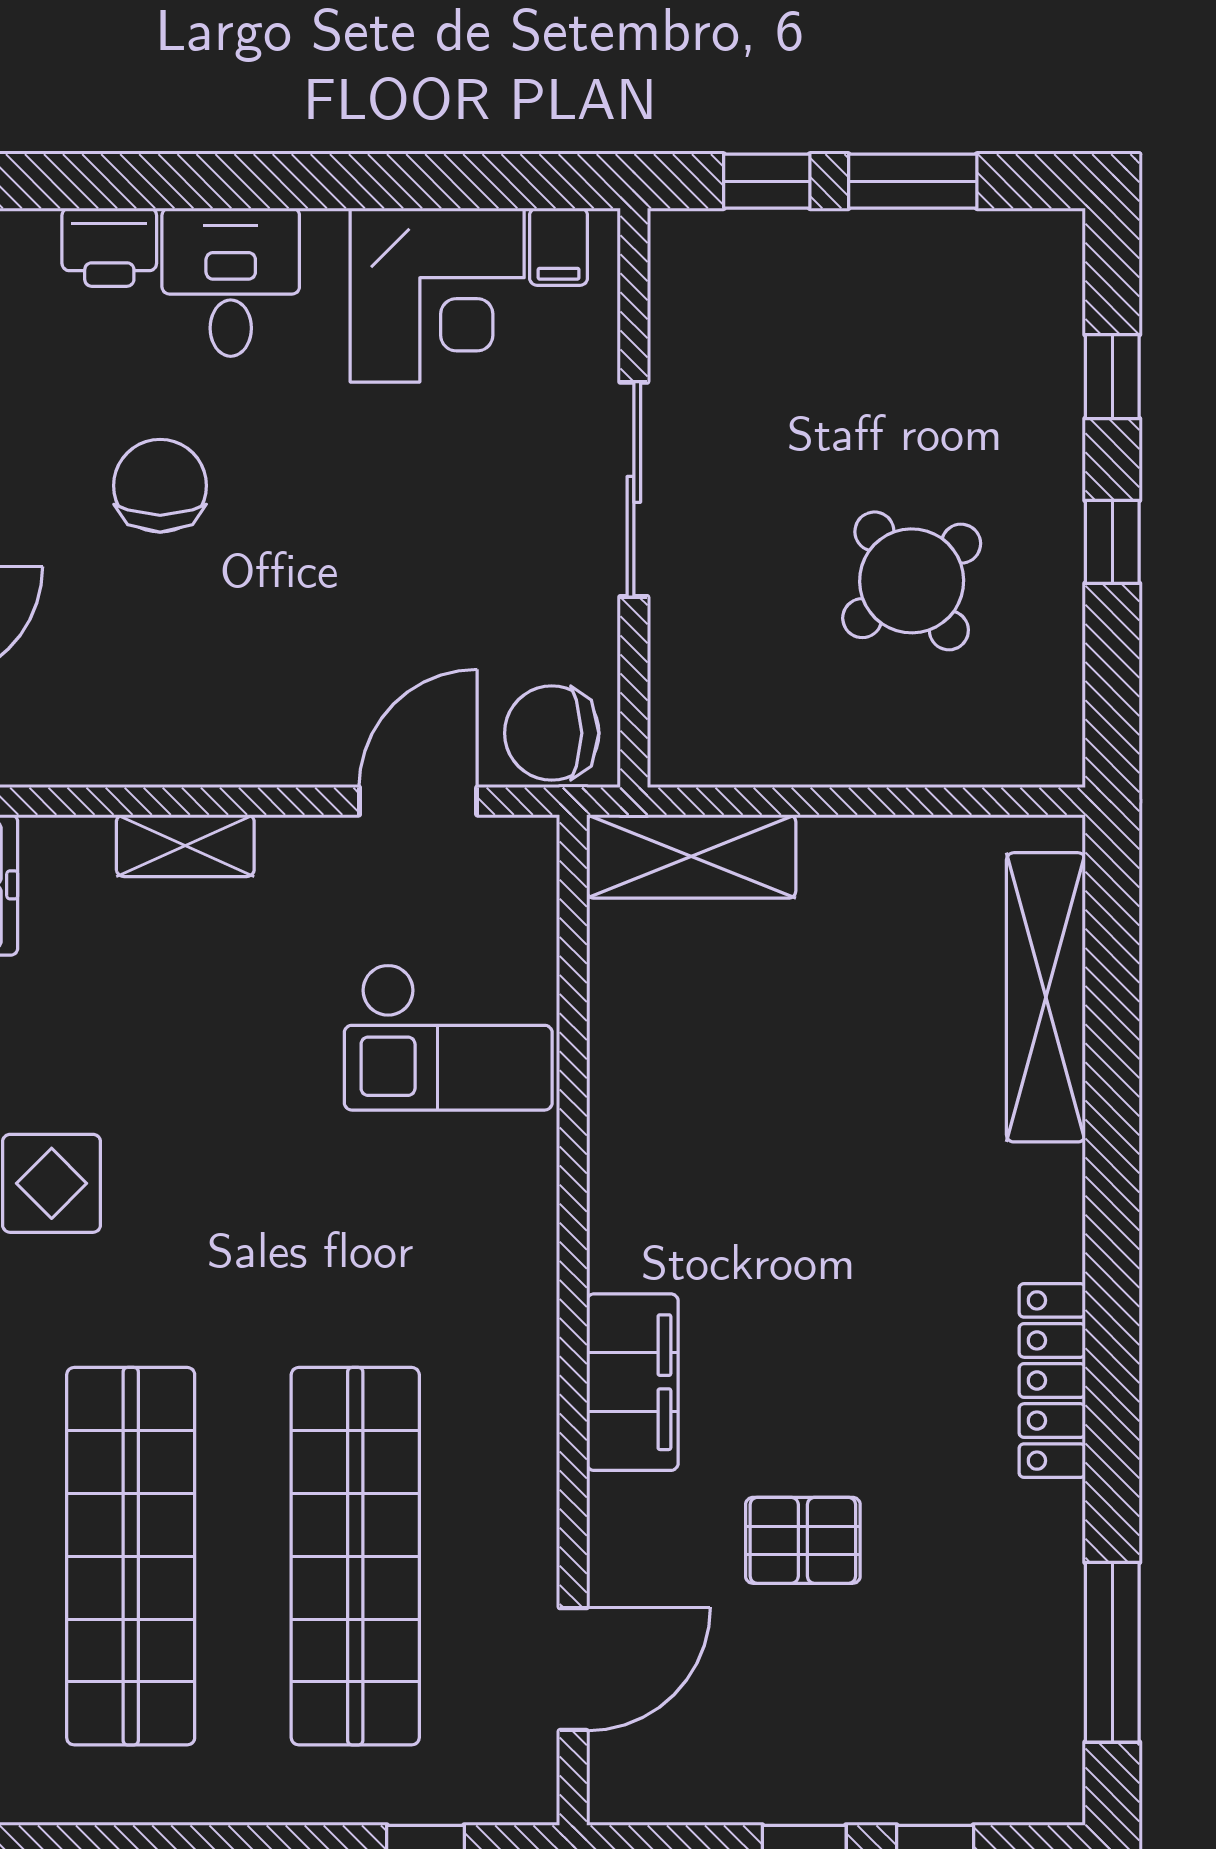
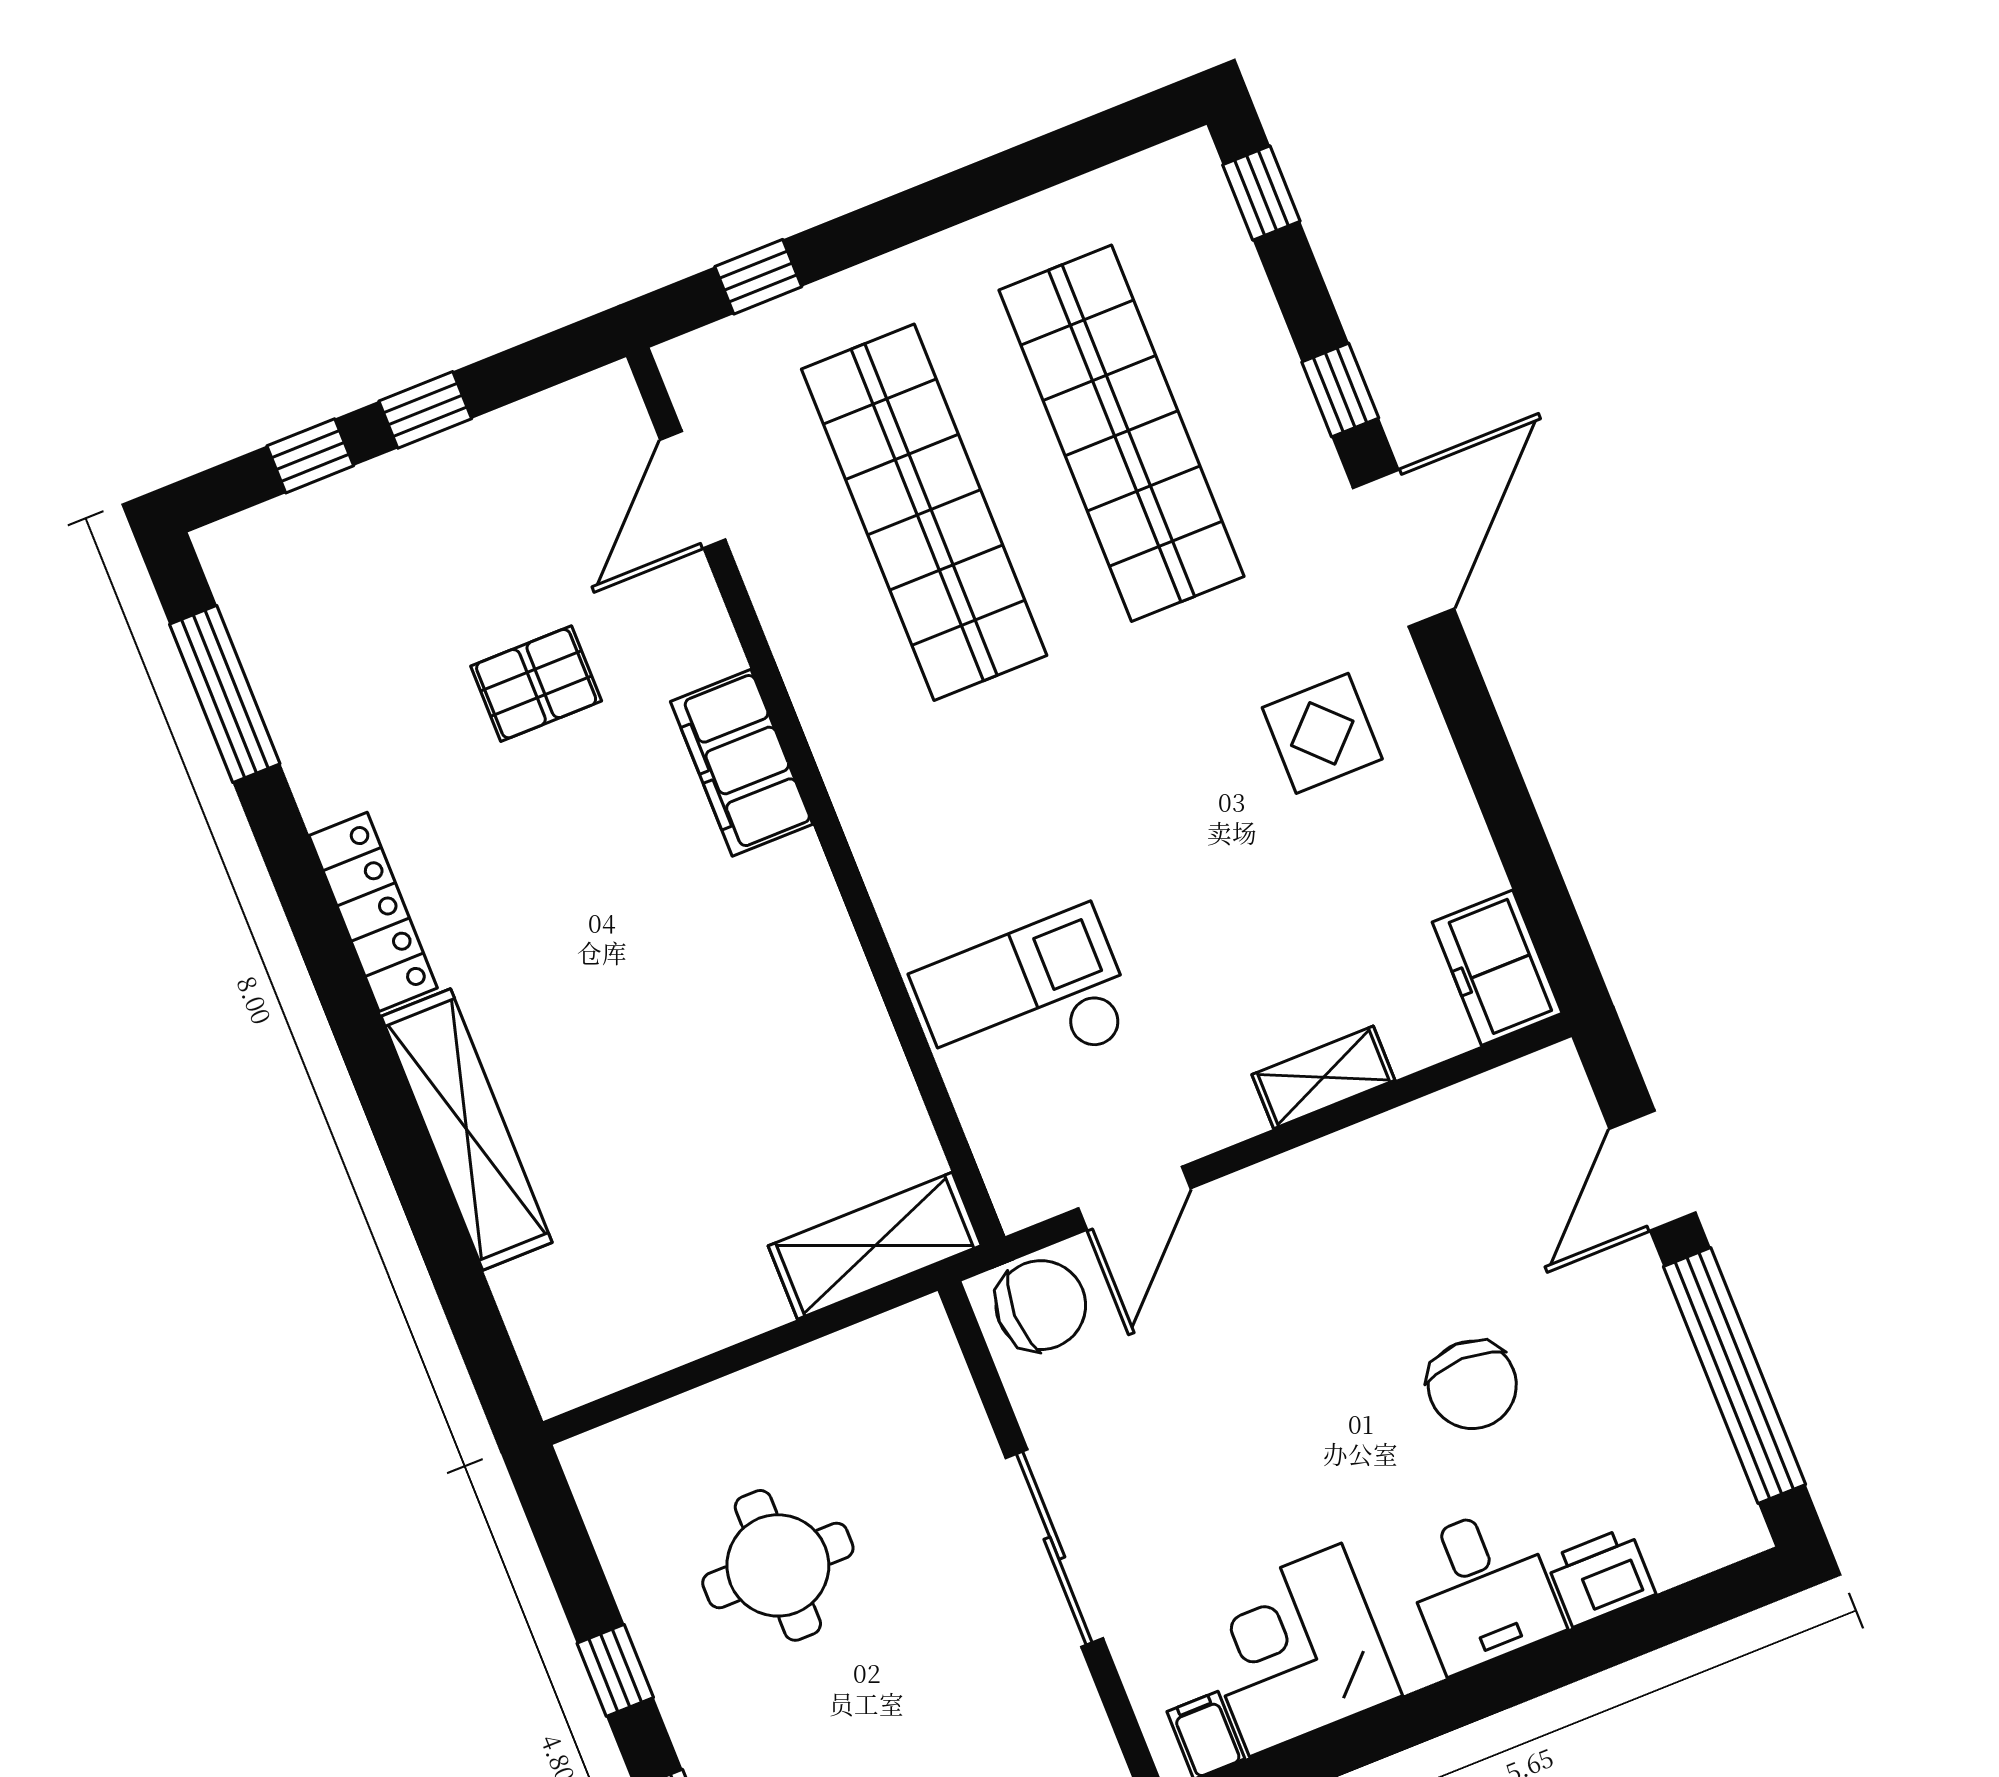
round table: (912, 581) -> (778, 1565), turned 37
shelving: (1046, 997) -> (467, 1129), moved

